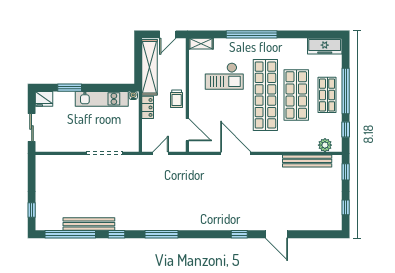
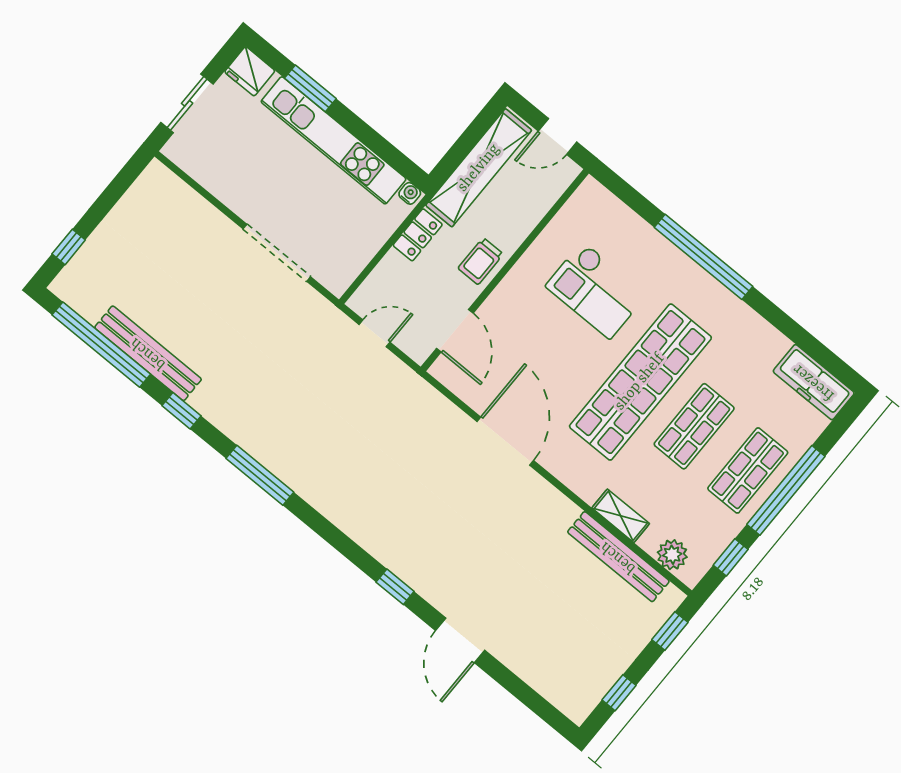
shelving: (201, 44) -> (621, 516), moved
shop shelf: (296, 95) -> (694, 426), width x0.70, depth x0.74
kitchen unit: (102, 99) -> (334, 140), width x1.36

